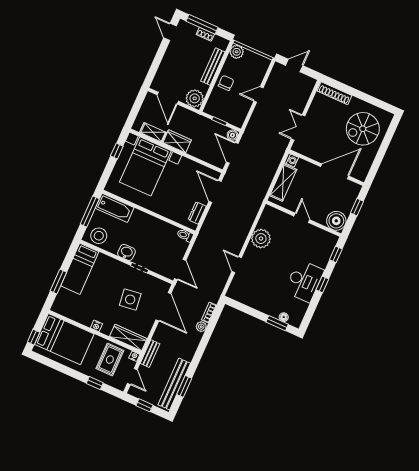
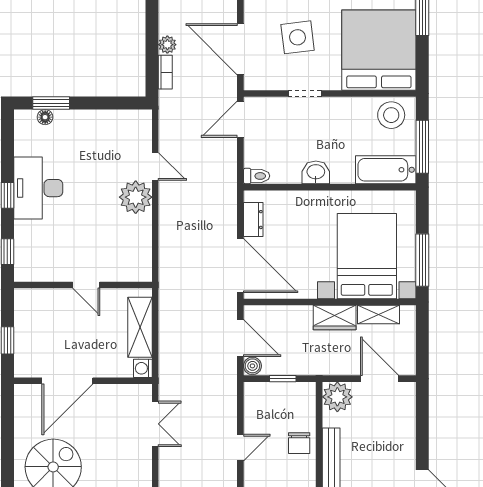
window: (117, 151) -> (422, 260), width x2.17
door: (215, 191) -> (240, 266), width x1.36
boiler: (336, 221) -> (30, 305), removed
plant: (261, 239) -> (136, 197), moved
washbasin: (126, 252) -> (316, 172), moved, turned 180
bed: (80, 269) -> (379, 50), width x2.04
door: (180, 269) -> (240, 119), hinge flipped

